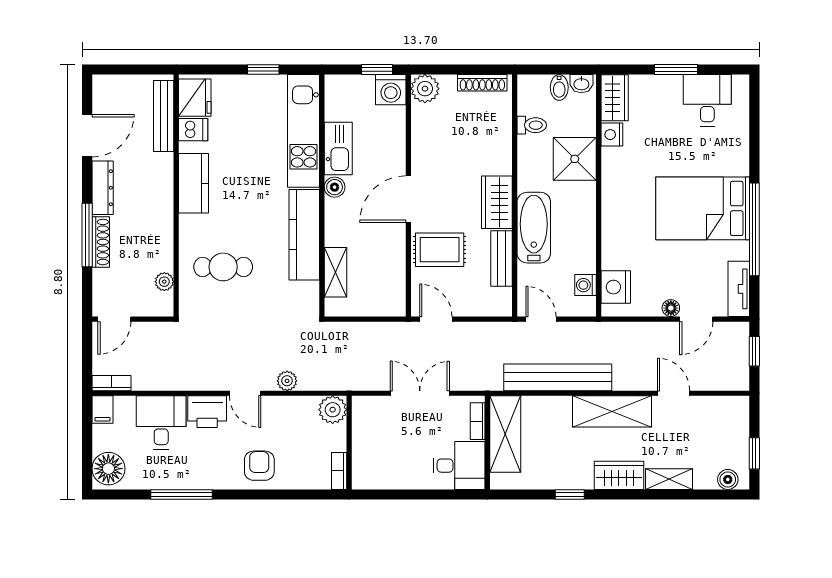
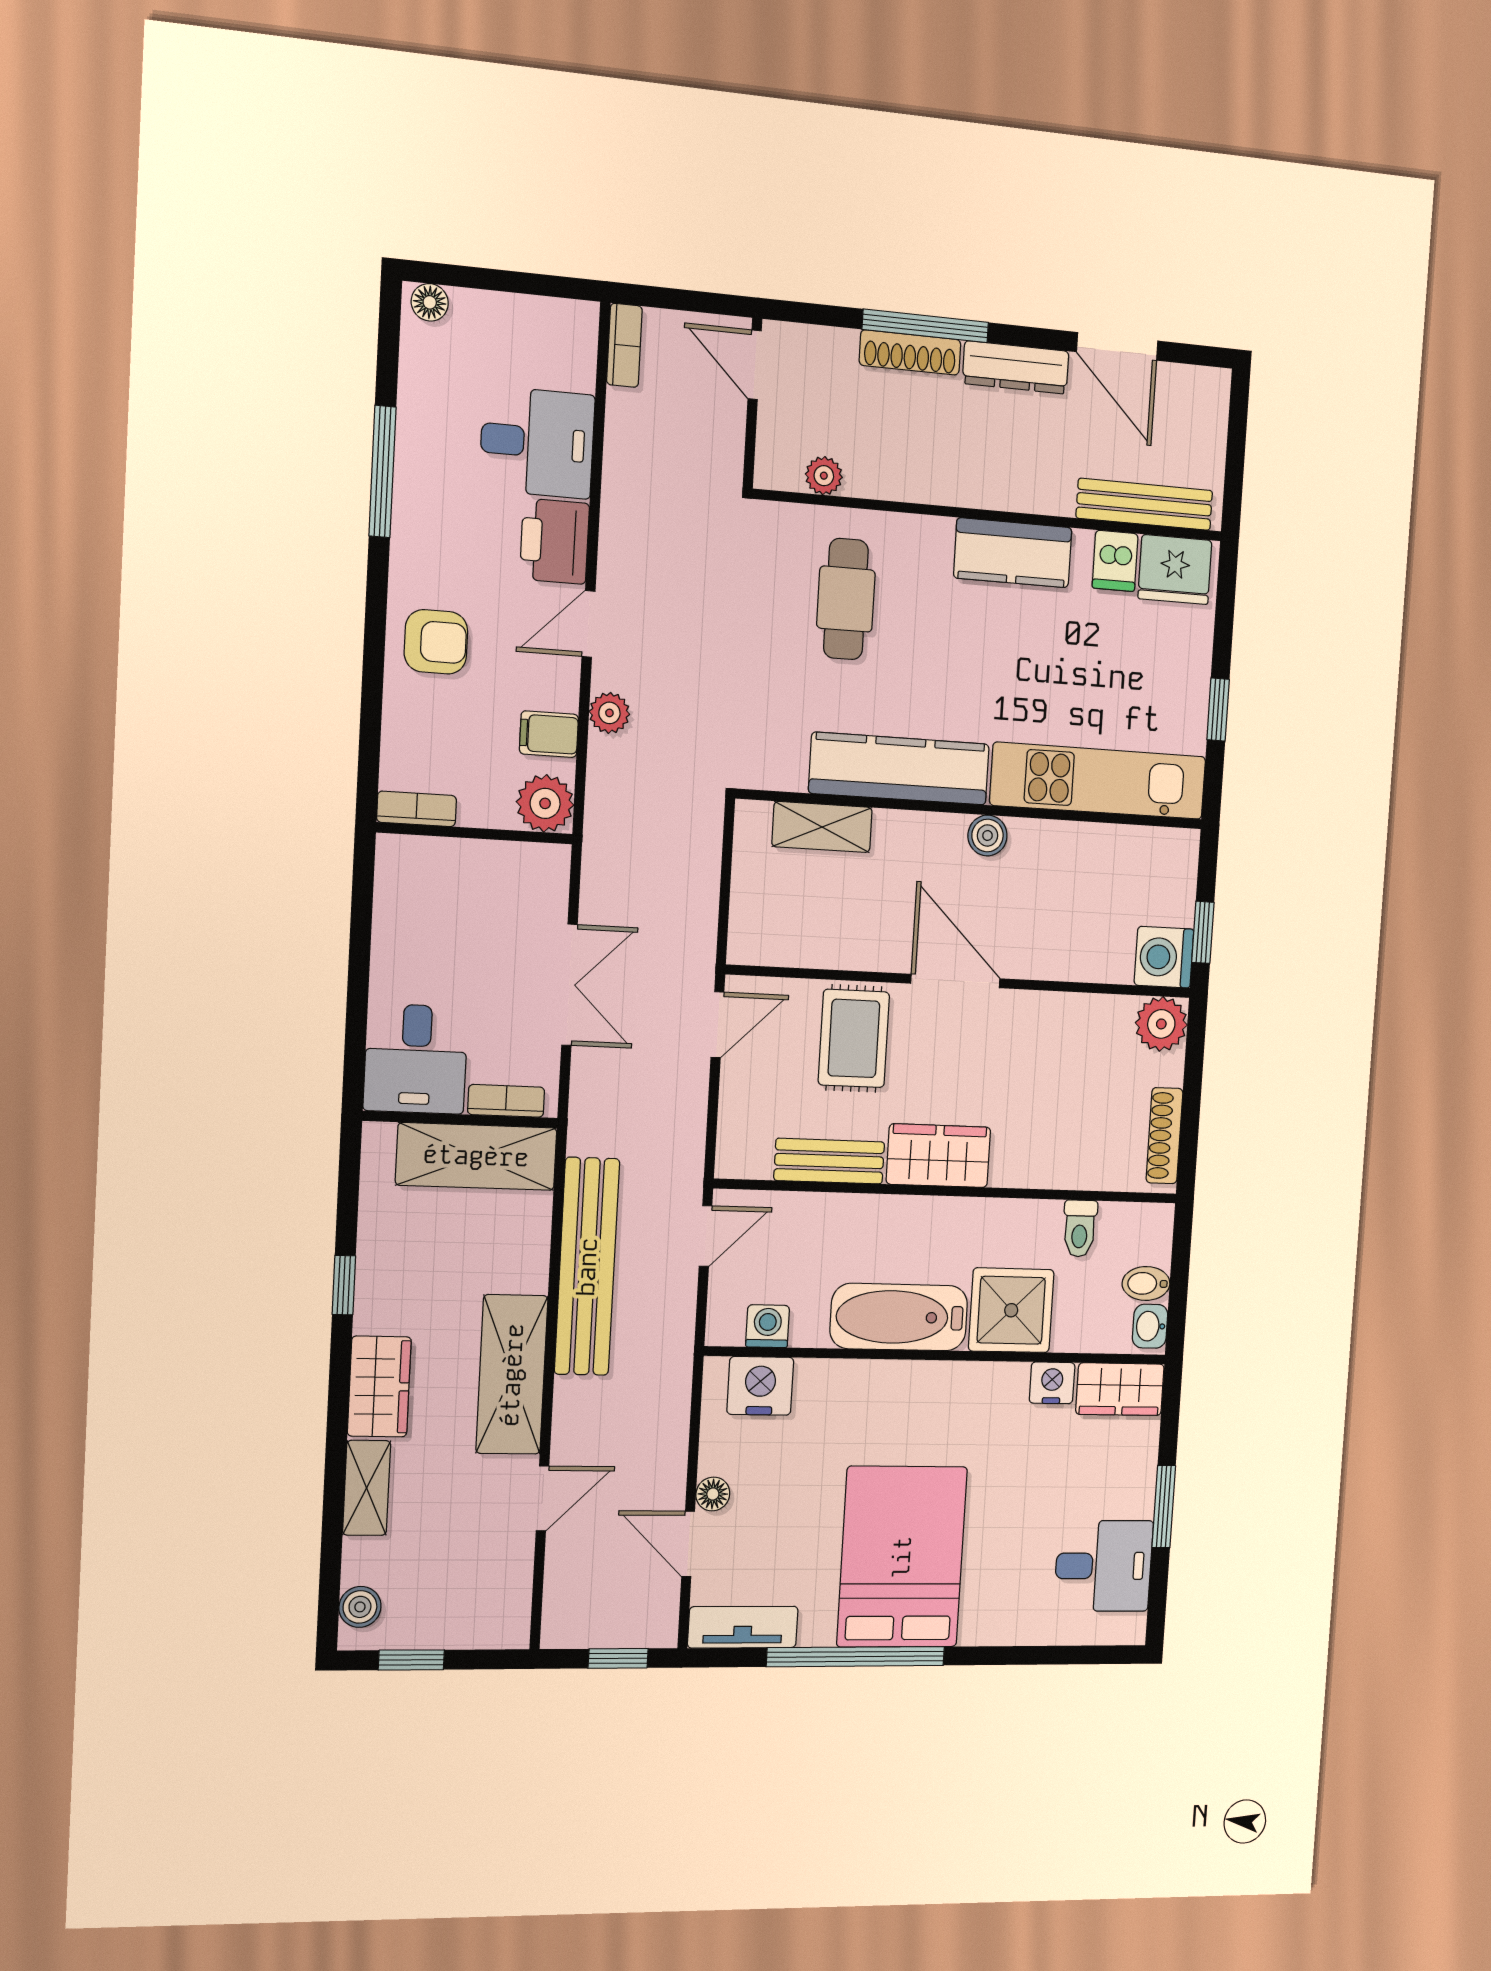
kitchen sink: (338, 149) -> (1060, 848), removed
bathtub: (534, 228) -> (899, 1317), moved, turned 180
filing cabinet: (102, 410) -> (549, 734), moved
floor lamp: (108, 469) -> (430, 302), width x0.53, depth x0.53

